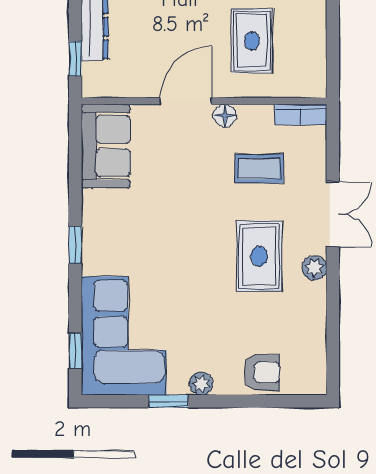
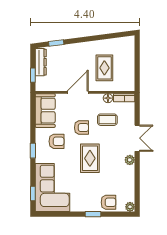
floor lamp: (225, 116) -> (108, 98), moved
armchair: (195, 188) -> (81, 128), added
armchair: (134, 222) -> (57, 141), added
rug: (259, 256) -> (90, 158), moved
plant: (201, 384) -> (130, 207), moved
window: (168, 401) -> (93, 214), moved

